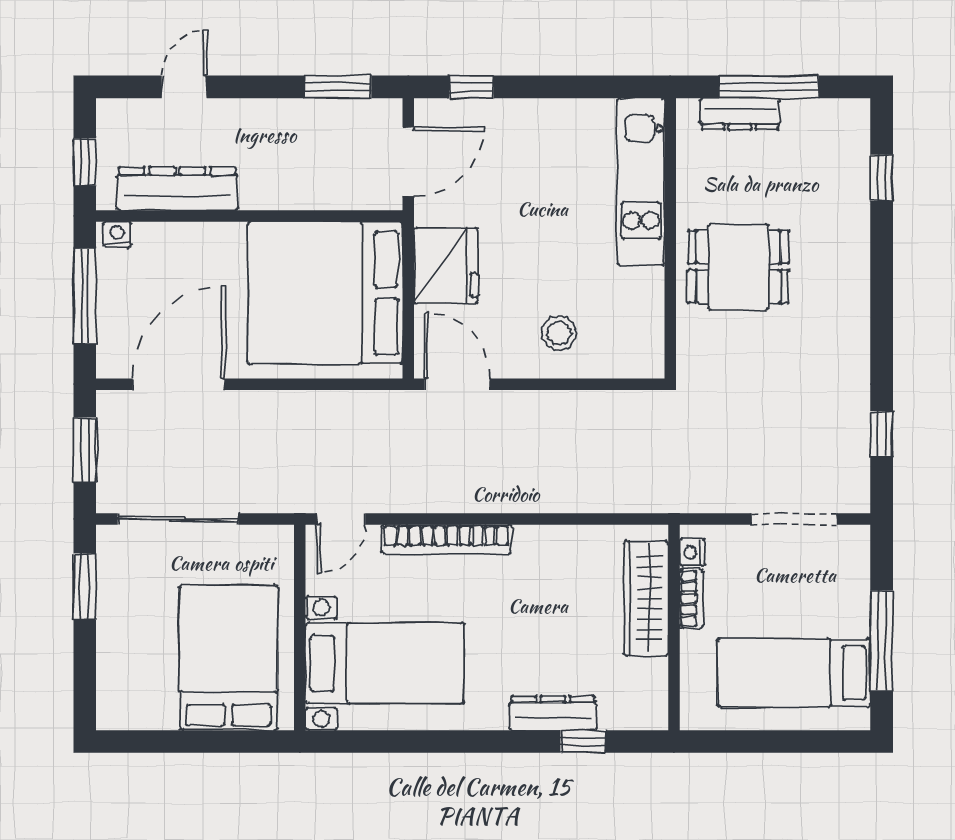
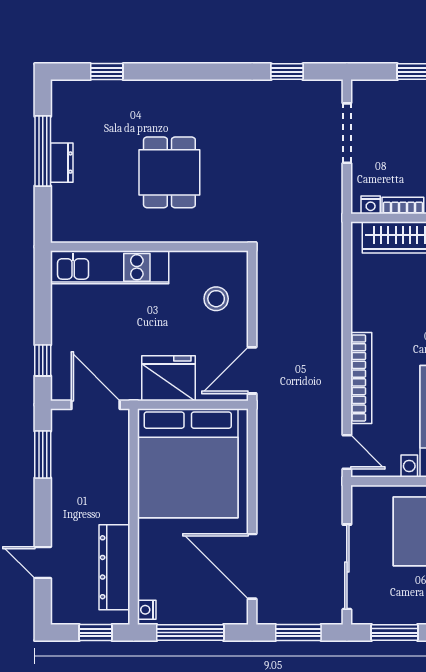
dresser: (740, 114) -> (62, 163), width x0.70
kitchen unit: (641, 182) -> (110, 267), moved
wall: (670, 238) -> (149, 247), moved

